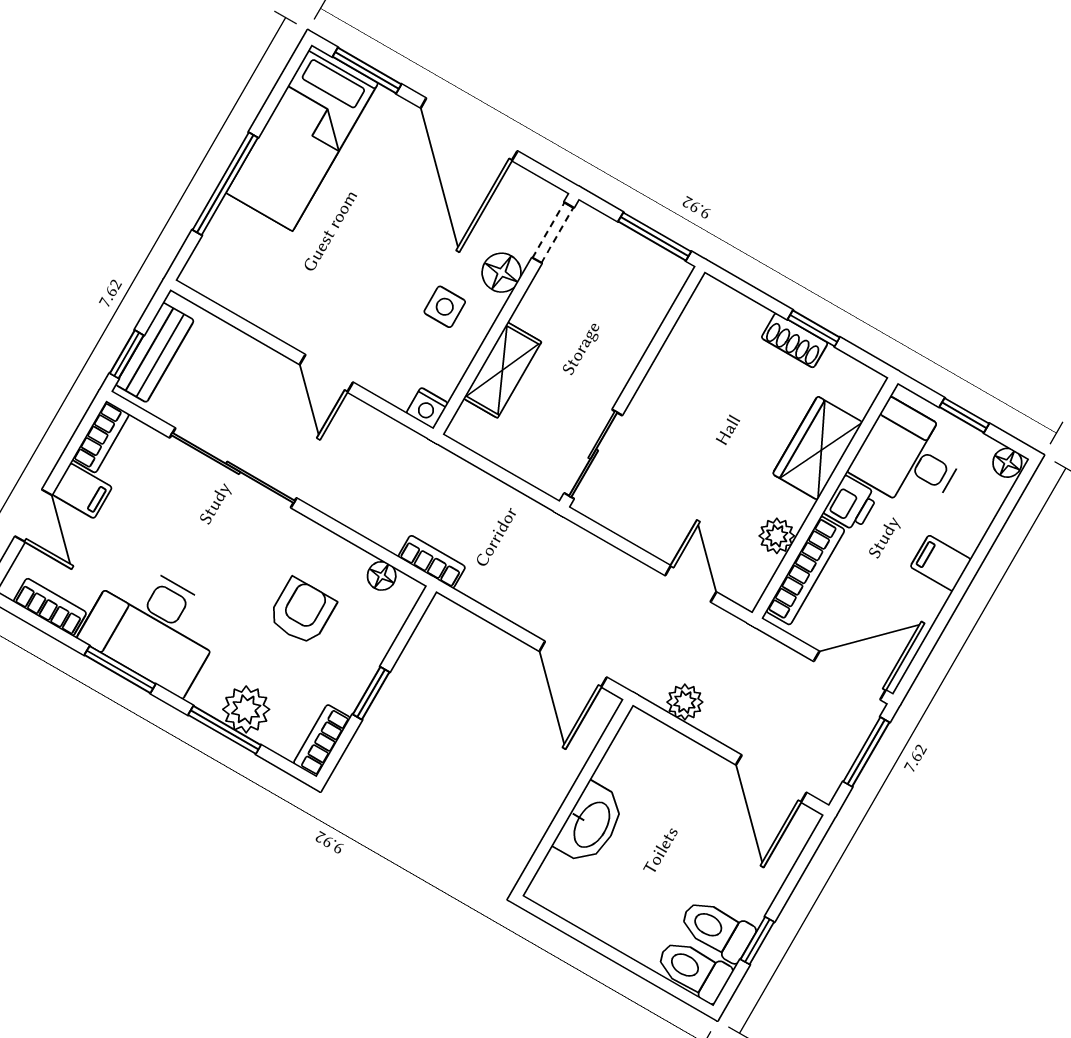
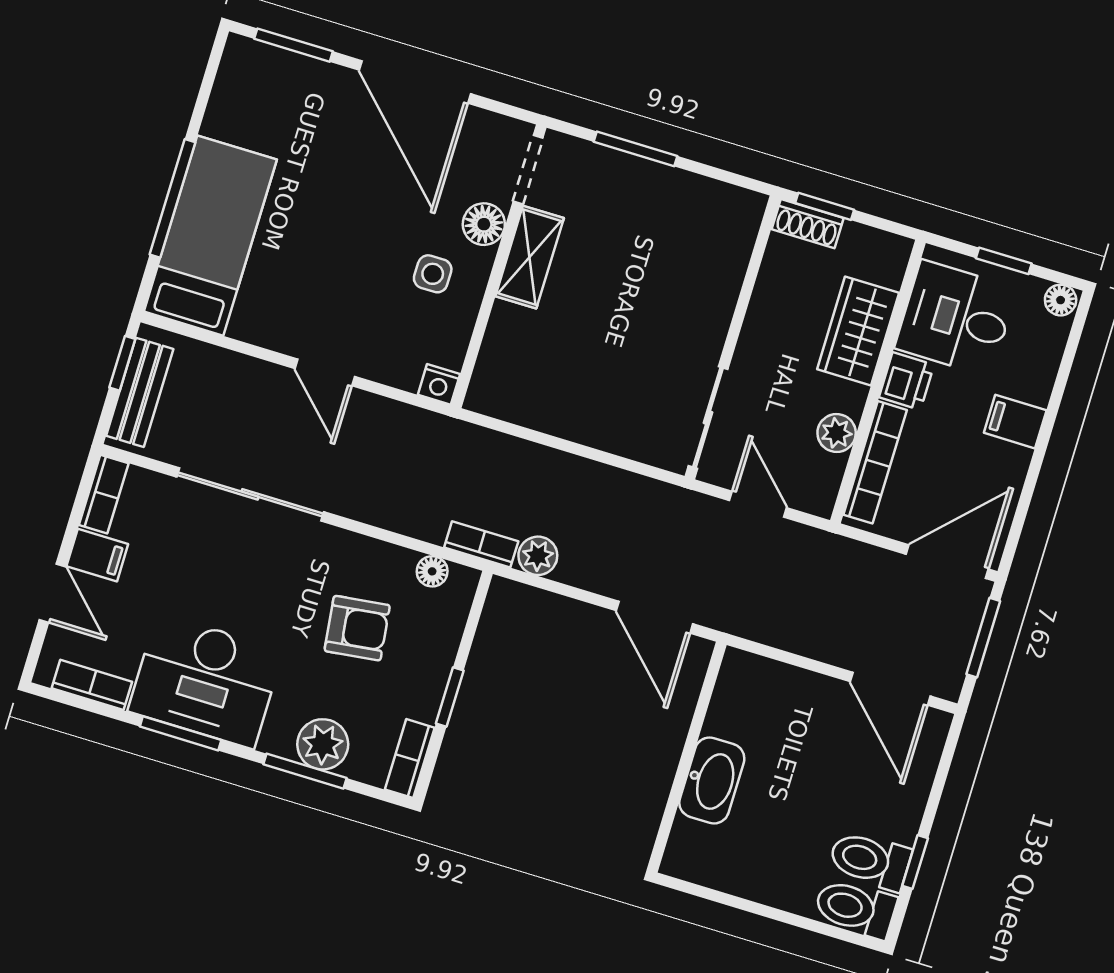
bed: (302, 138) -> (210, 236), moved, turned 180
window: (127, 354) -> (122, 363), moved
shelving: (502, 370) -> (530, 257), moved
wall: (632, 387) -> (732, 337), moved
sliding door: (593, 454) -> (708, 418), moved
armchair: (302, 612) -> (357, 628), turned 83
plant: (685, 702) -> (538, 556), moved

